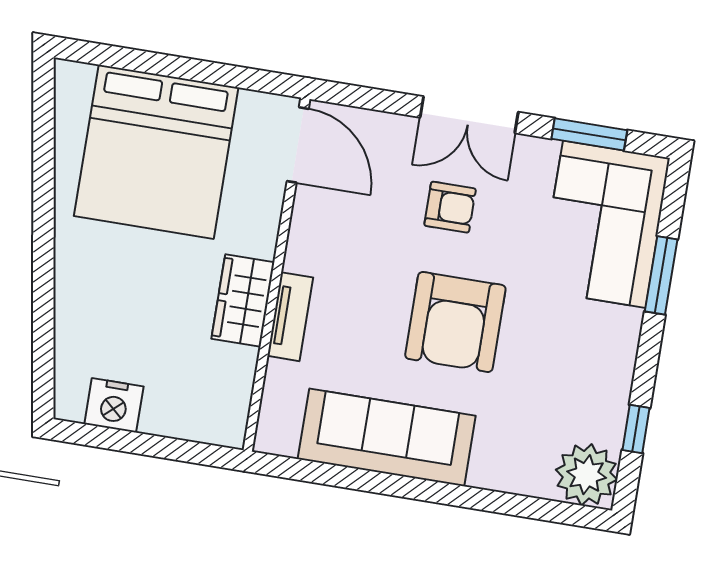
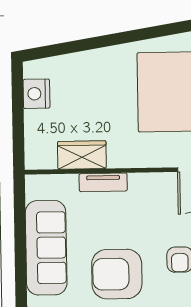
wardrobe: (243, 301) -> (82, 155), moved

